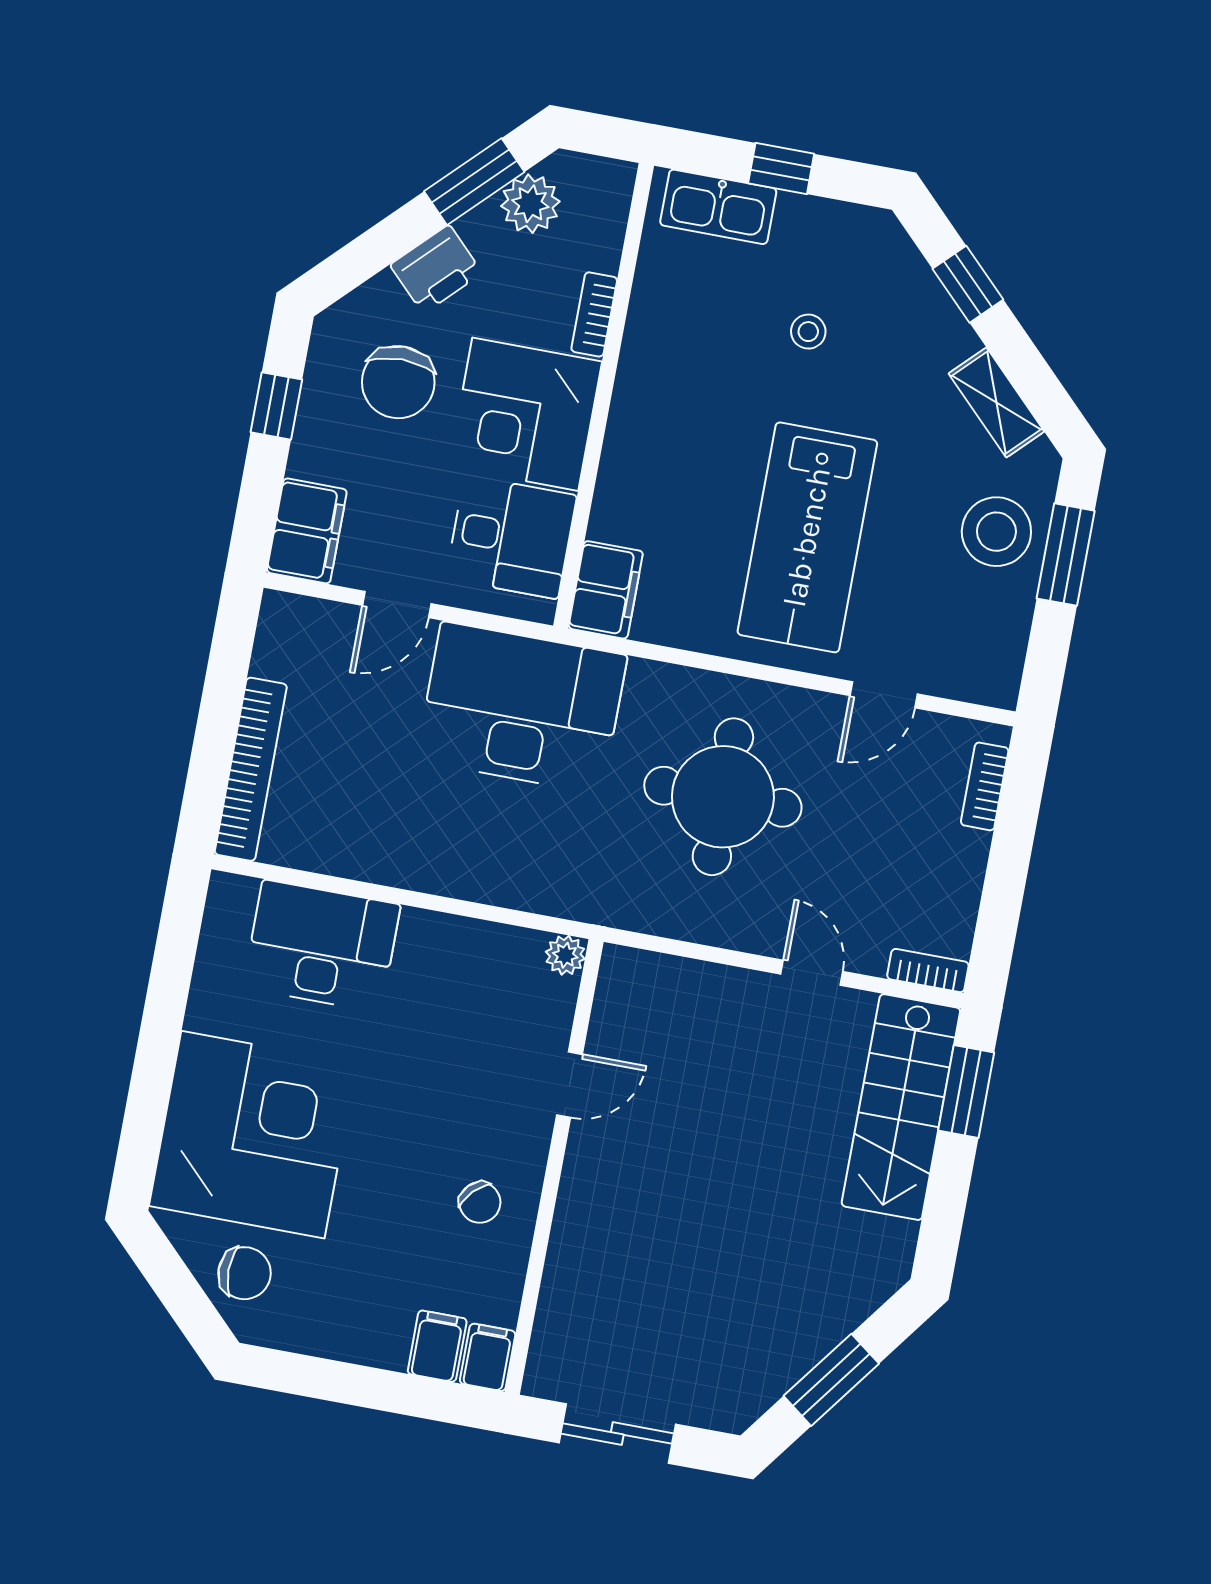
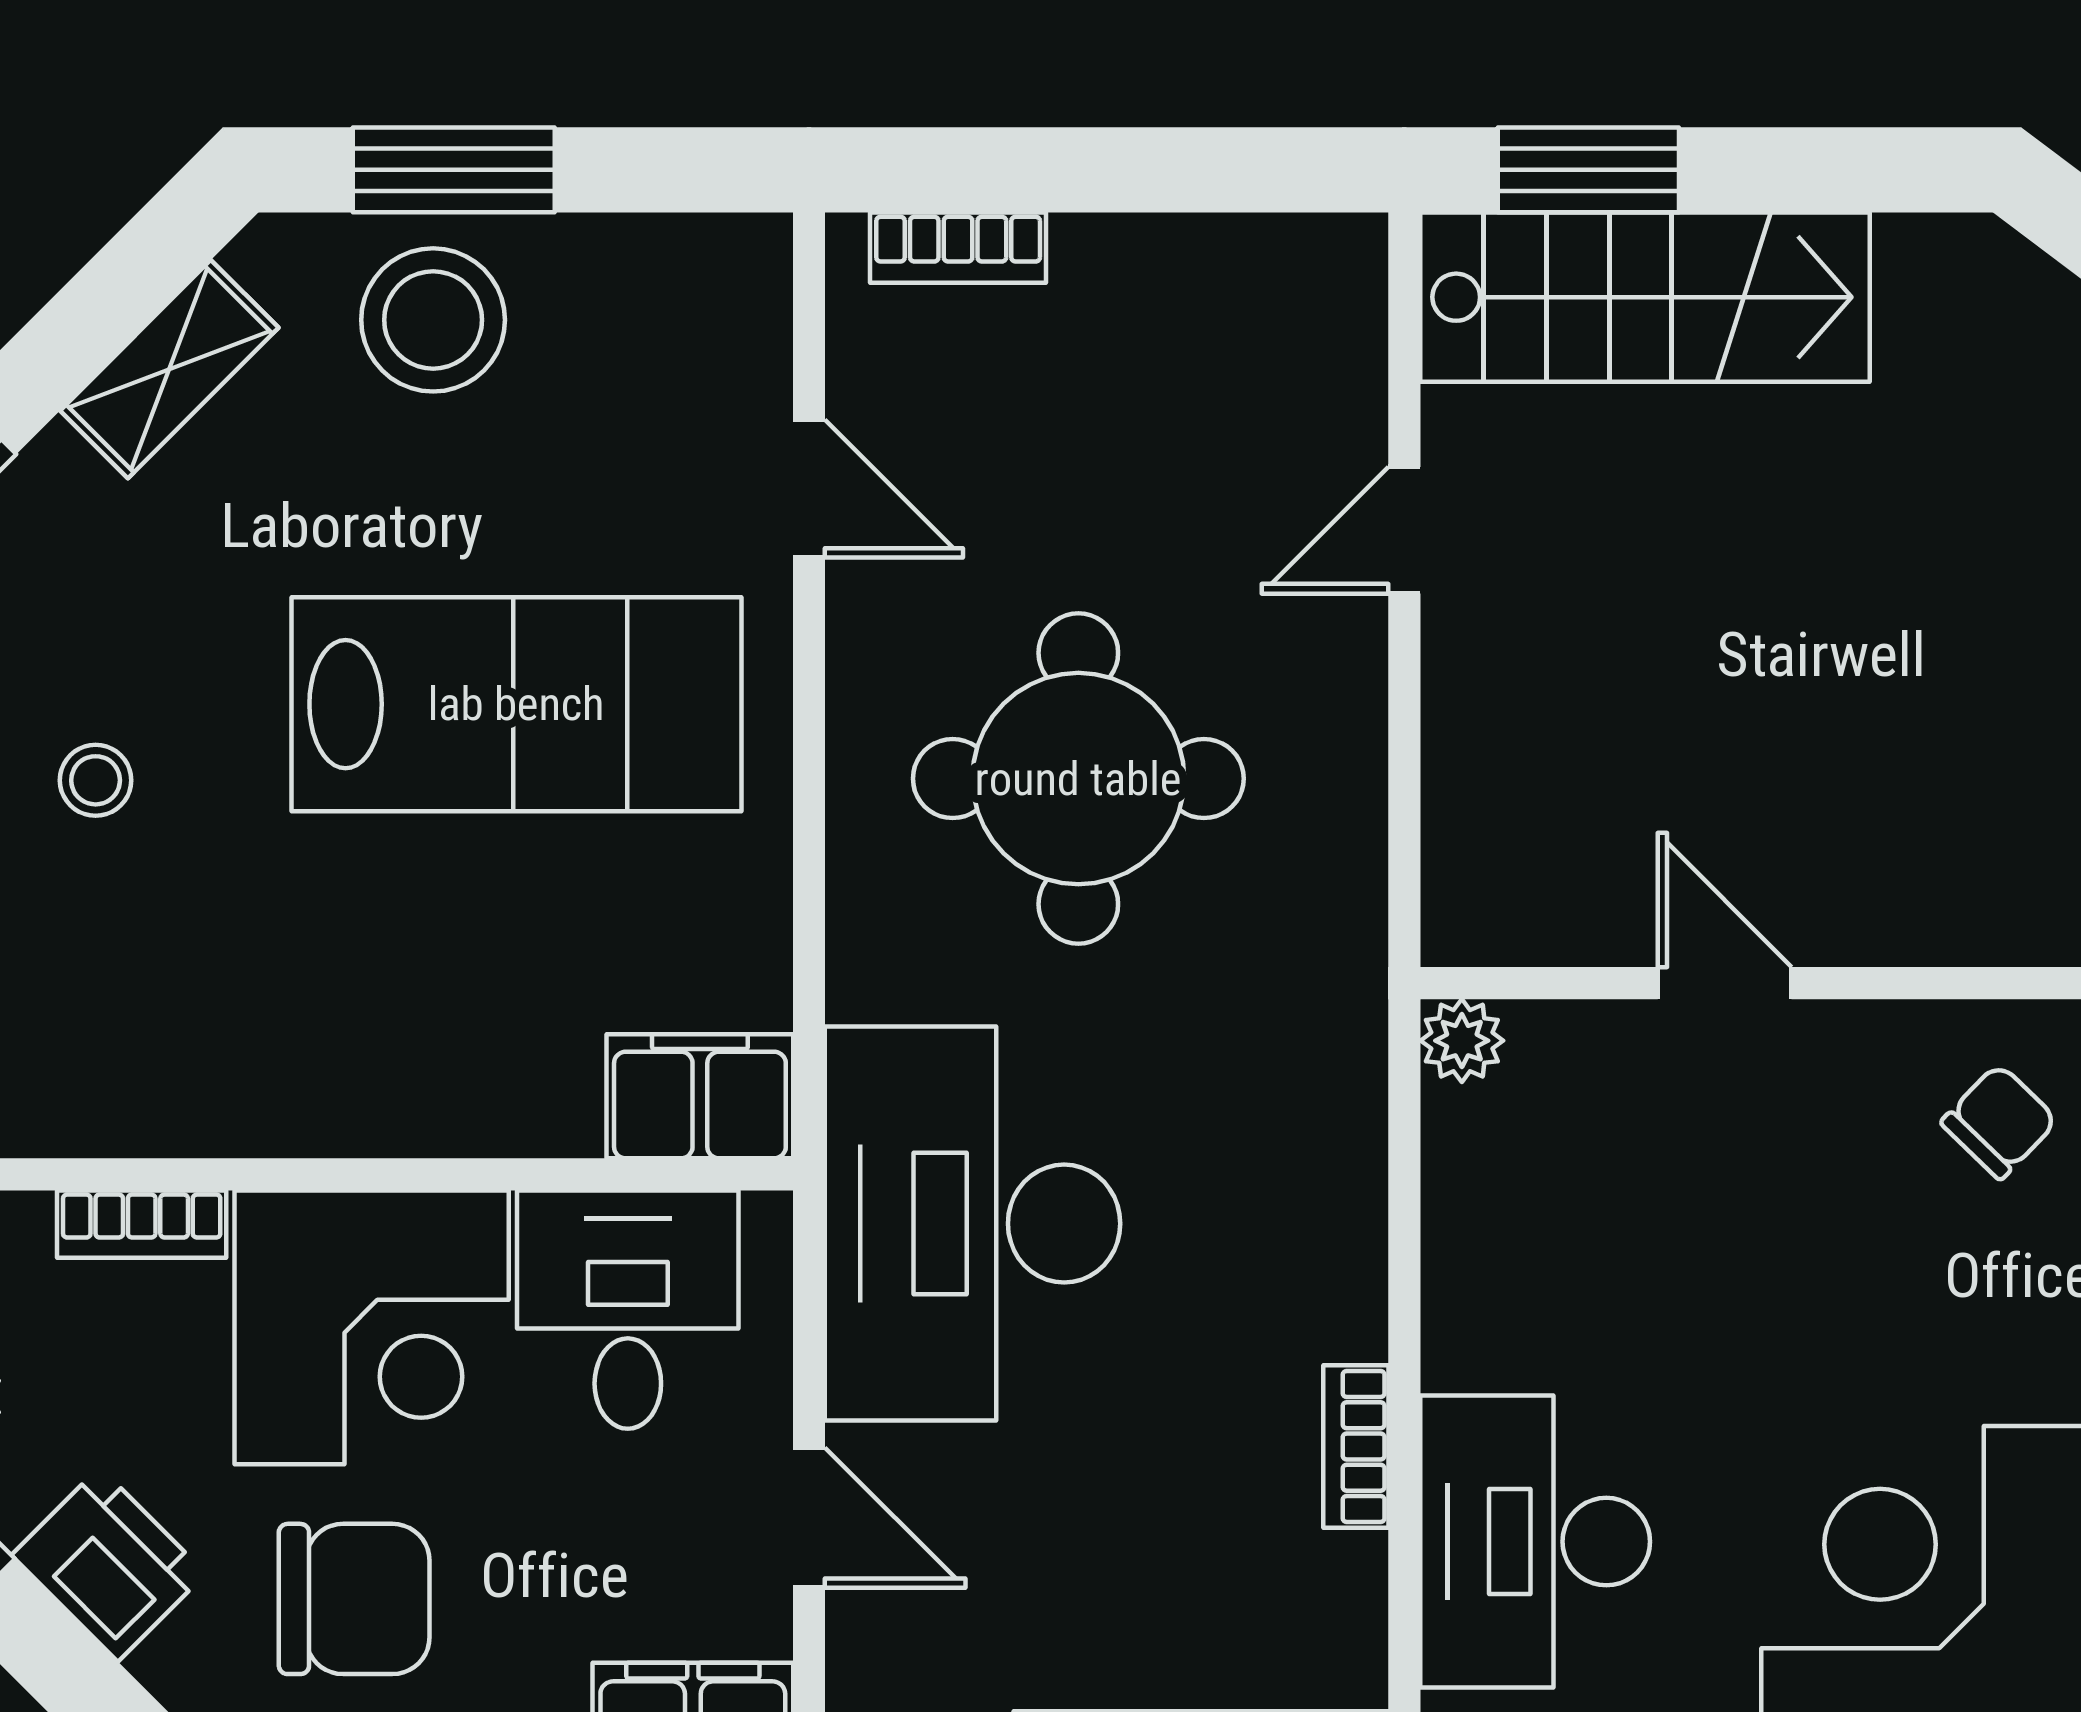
bookcase: (928, 971) -> (1356, 1447), moved

